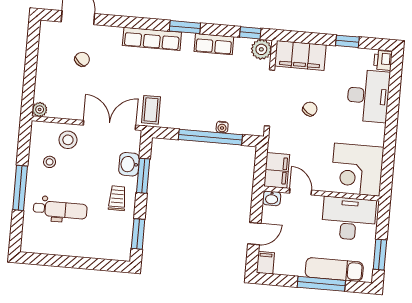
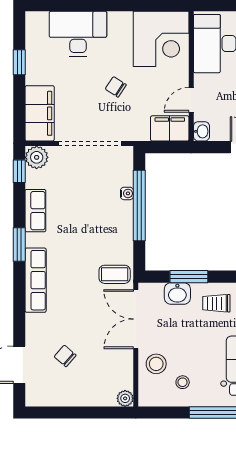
printer: (383, 60) -> (37, 21), removed
chair: (310, 109) -> (116, 87), moved

